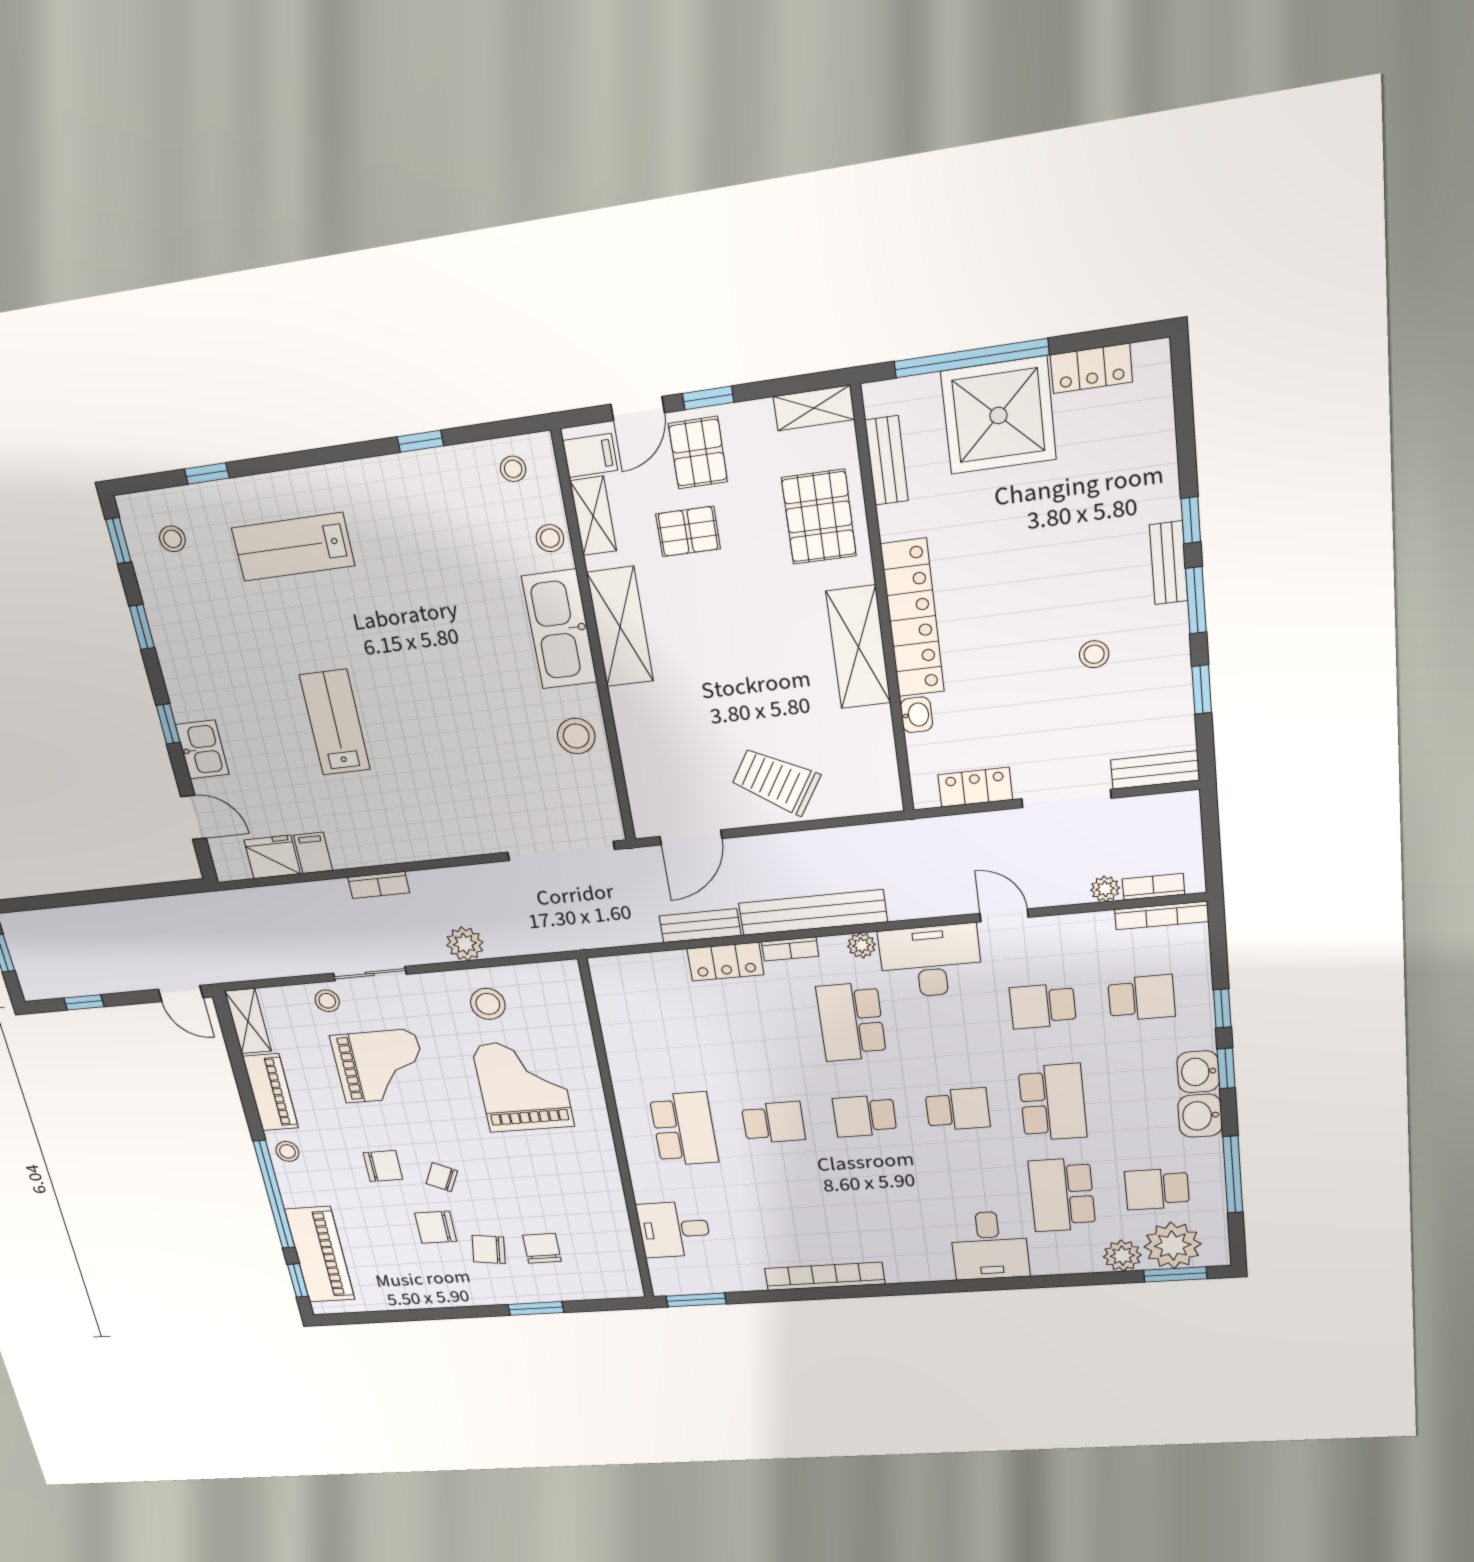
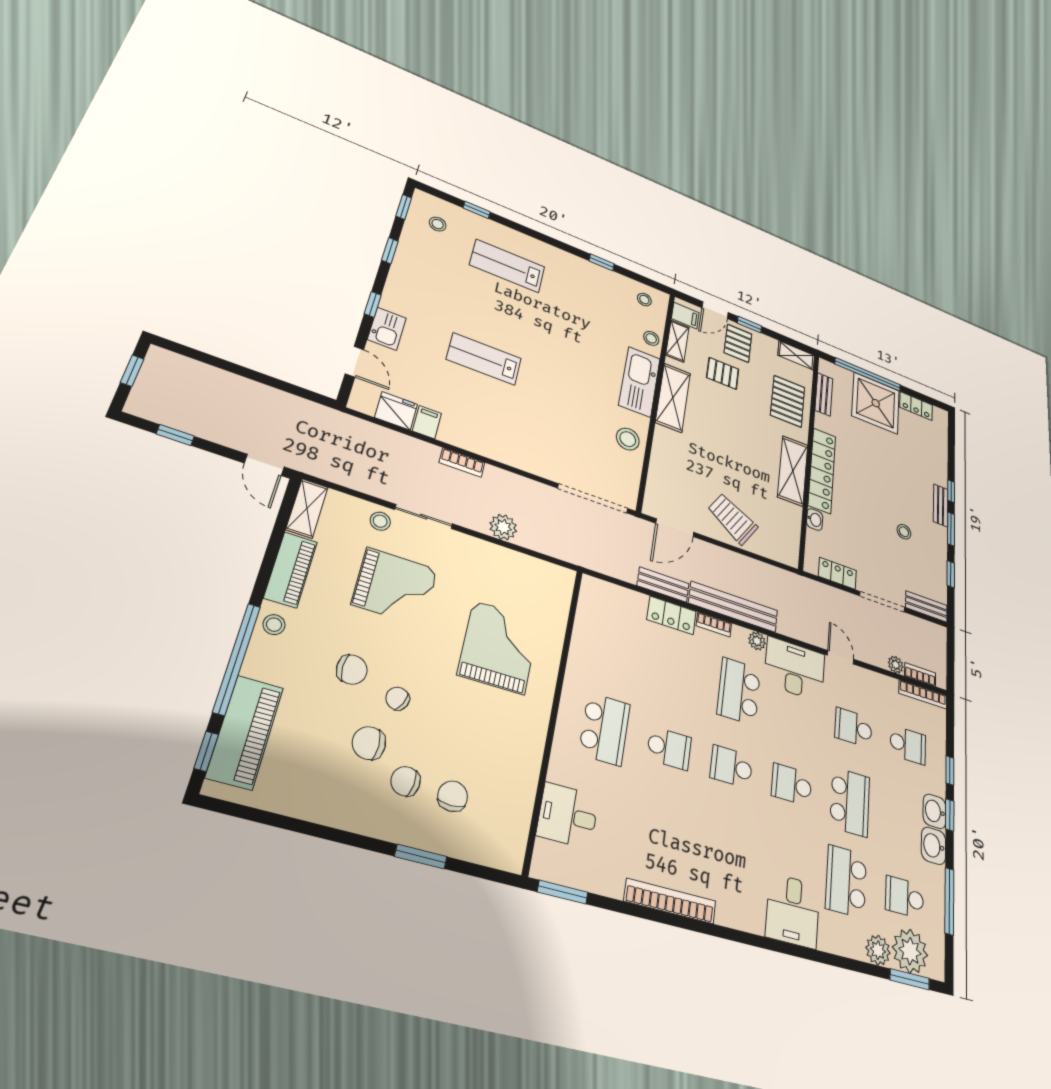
lab bench: (335, 722) -> (484, 359), turned -90
stool: (488, 1004) -> (500, 575), removed
school desk: (958, 1109) -> (792, 785), turned 180

